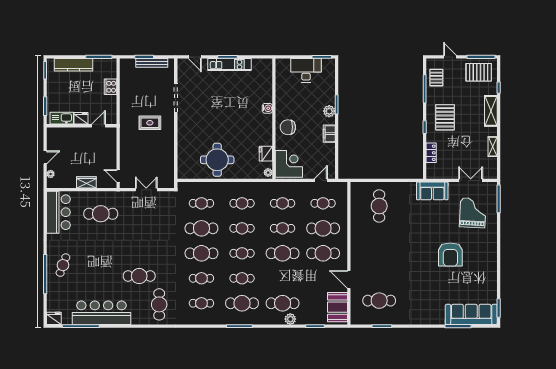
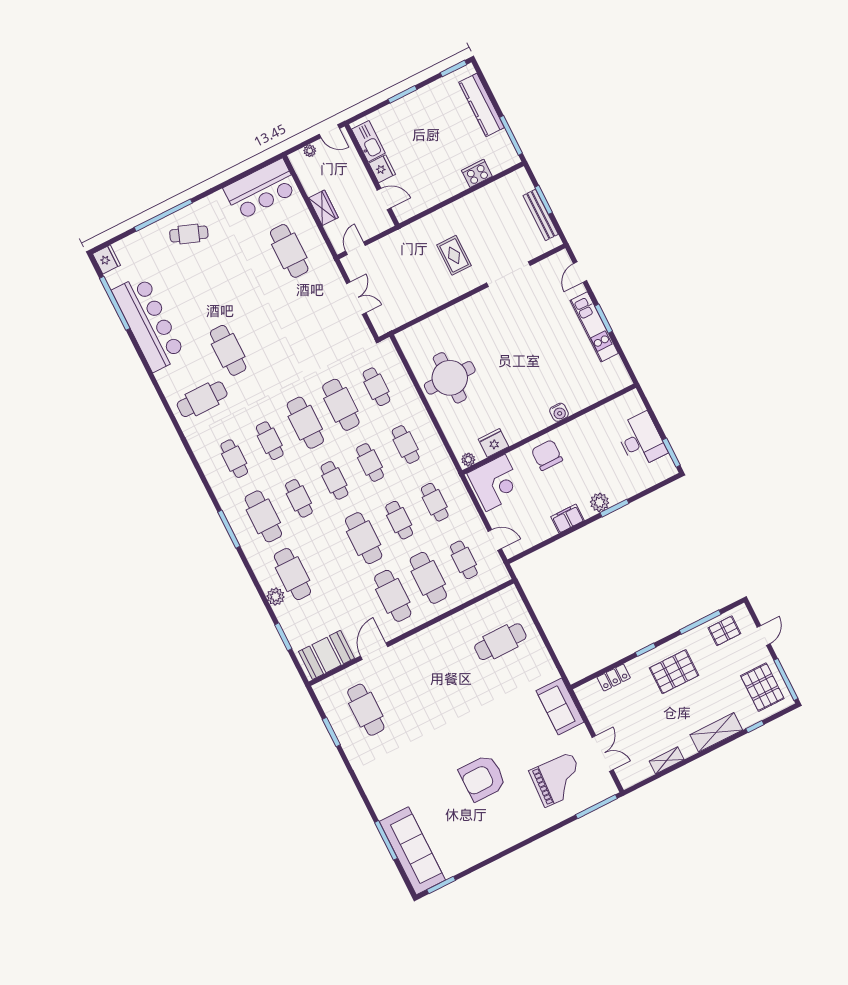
kitchen sink: (62, 118) -> (368, 141), moved
fridge: (81, 118) -> (382, 169), moved
wall: (82, 126) -> (372, 175), moved
door: (99, 126) -> (384, 199), moved

